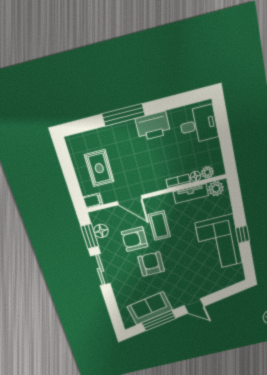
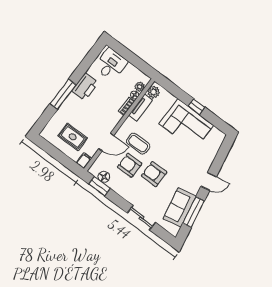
armchair: (135, 239) -> (130, 165), turned 90
sliding door: (100, 270) -> (141, 218), moved

